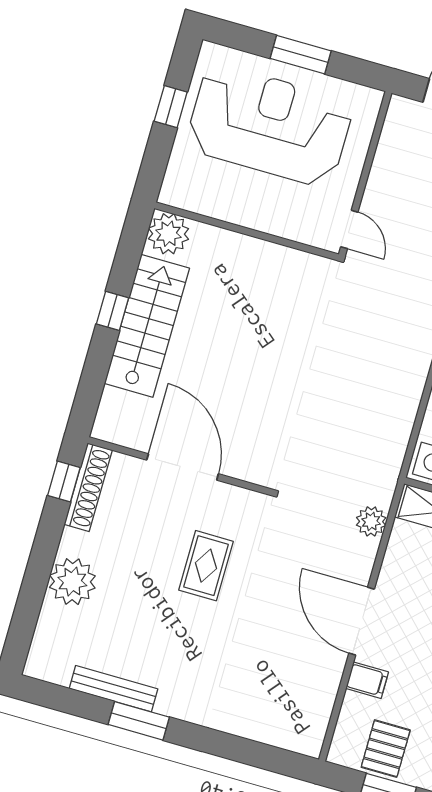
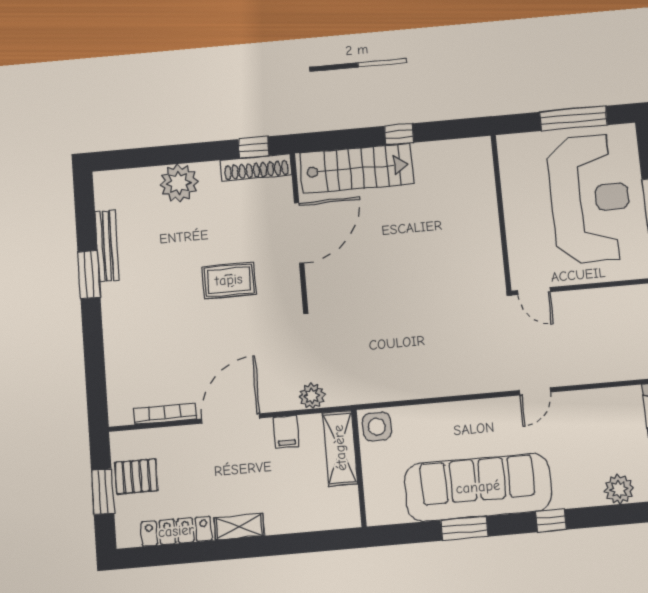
window: (171, 107) -> (573, 118), width x2.17
door: (349, 229) -> (534, 291), hinge flipped
plant: (169, 234) -> (475, 154), removed
stairs: (147, 326) -> (357, 168), moved
filing cabinet: (367, 680) -> (286, 432), moved
bookcase: (329, 692) -> (165, 414), added

